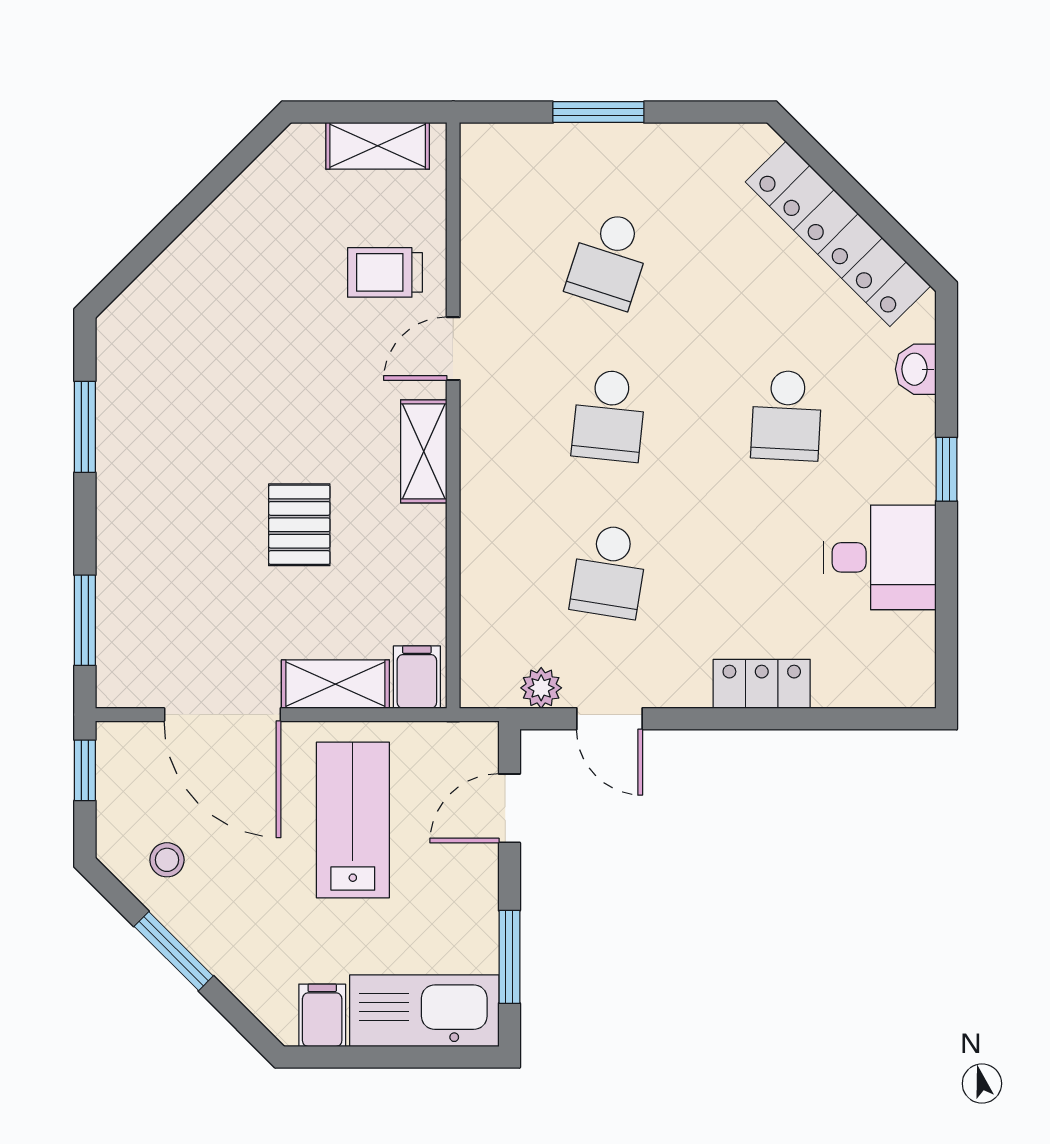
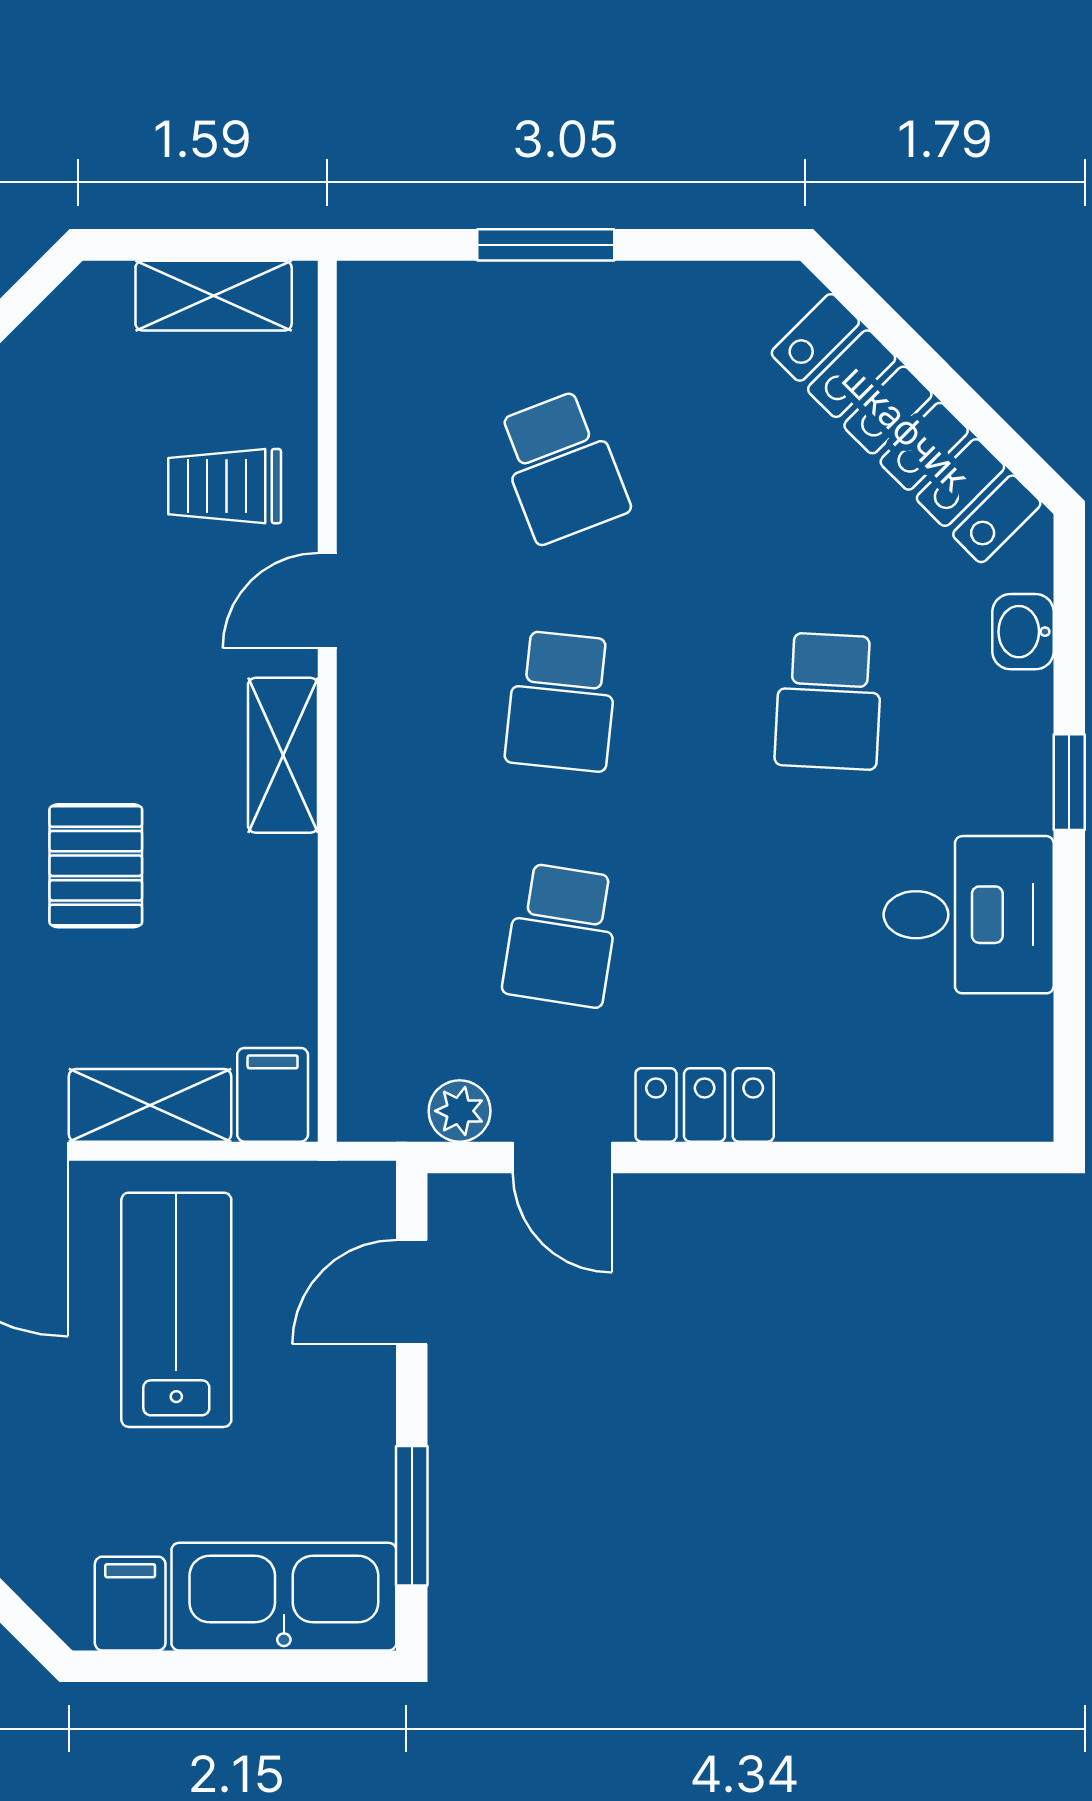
school desk: (609, 260) -> (562, 467), turned -39
locker: (762, 684) -> (705, 1105), moved

